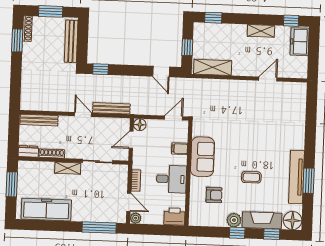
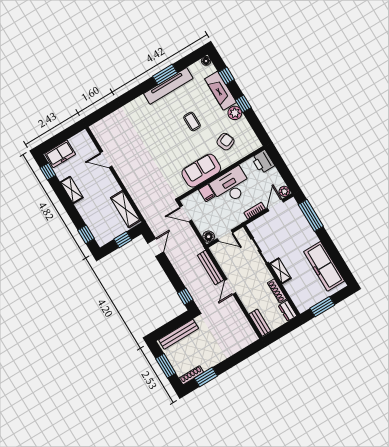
bench: (39, 120) -> (260, 323), width x0.73
desk: (171, 179) -> (231, 186), width x1.37
armchair: (214, 195) -> (225, 142), turned 68
floor lamp: (293, 220) -> (206, 61), width x0.53, depth x0.53

